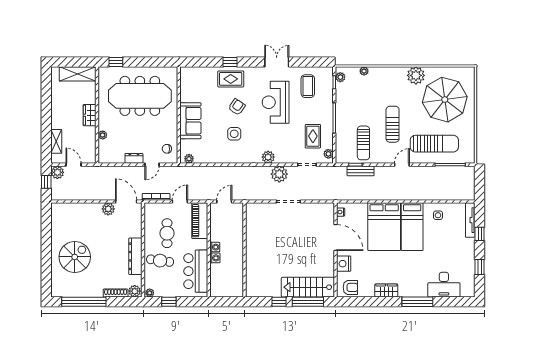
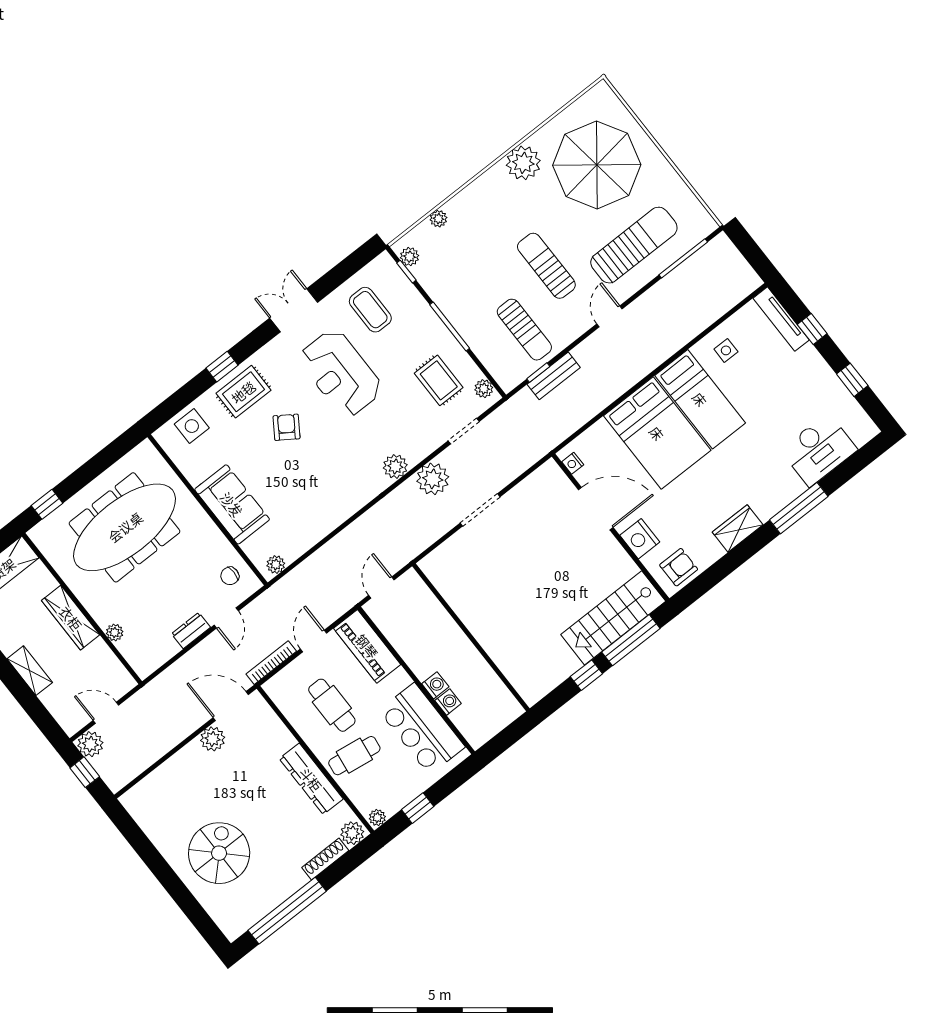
wardrobe: (90, 115) -> (71, 618), width x1.50
side table: (234, 134) -> (192, 426), moved
shelving: (56, 141) -> (30, 671), moved
washing machine: (215, 247) -> (448, 702), moved

